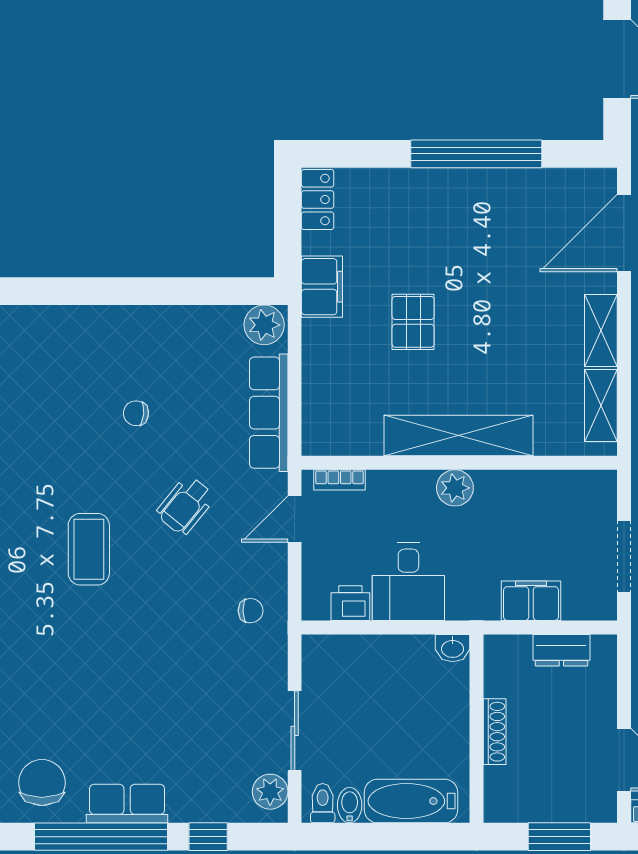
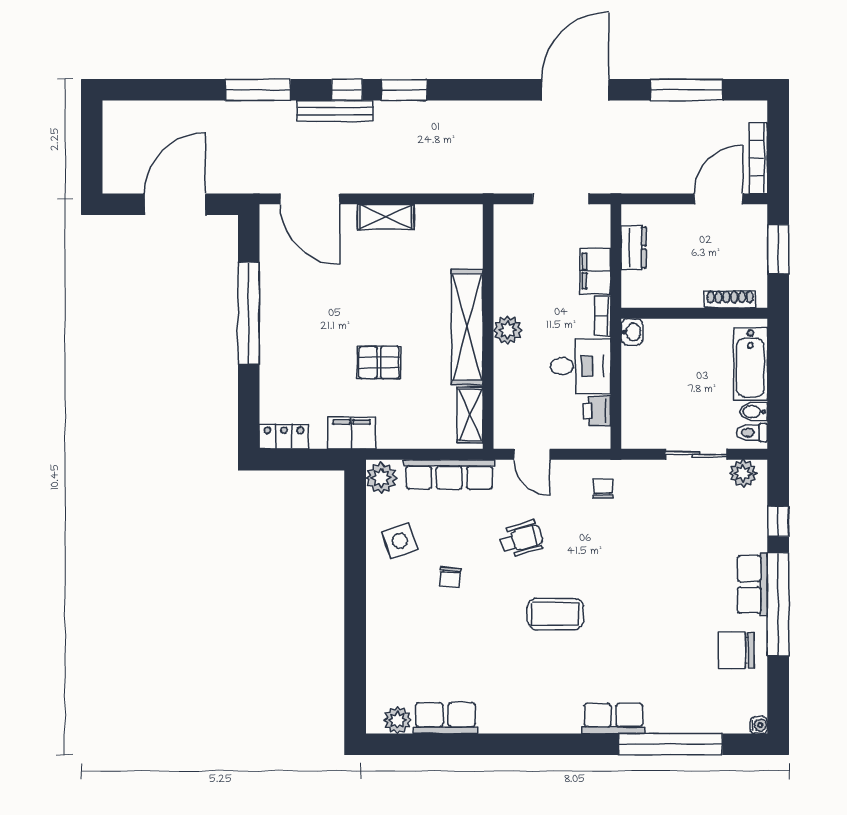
side table: (183, 349) -> (400, 541), added
shelving: (601, 405) -> (470, 415), moved, turned 90
bookcase: (340, 480) -> (603, 316), moved, turned 180
wheelchair: (185, 505) -> (521, 539), turned -56
shoe rack: (495, 732) -> (730, 299), moved

